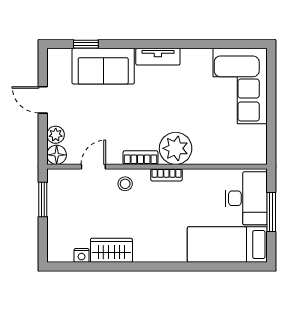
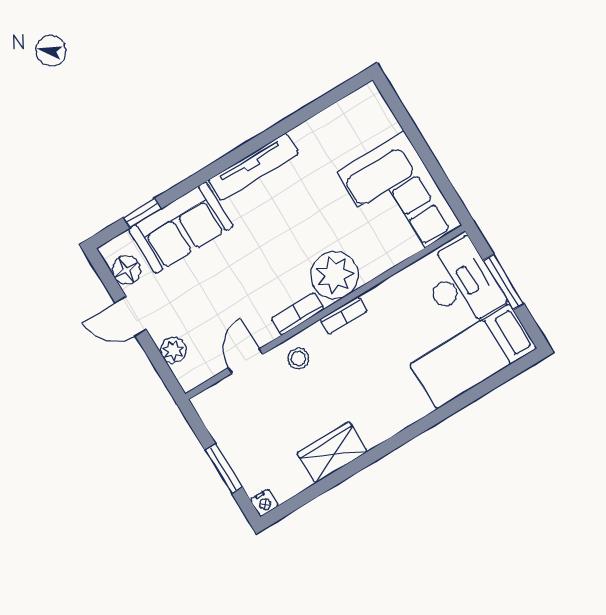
tv unit: (158, 57) -> (253, 167), width x1.41
corner sofa: (240, 86) -> (399, 199), moved
floor lamp: (57, 155) -> (126, 270), moved
window: (43, 199) -> (224, 469), moved
nightstand: (82, 255) -> (264, 503), moved

